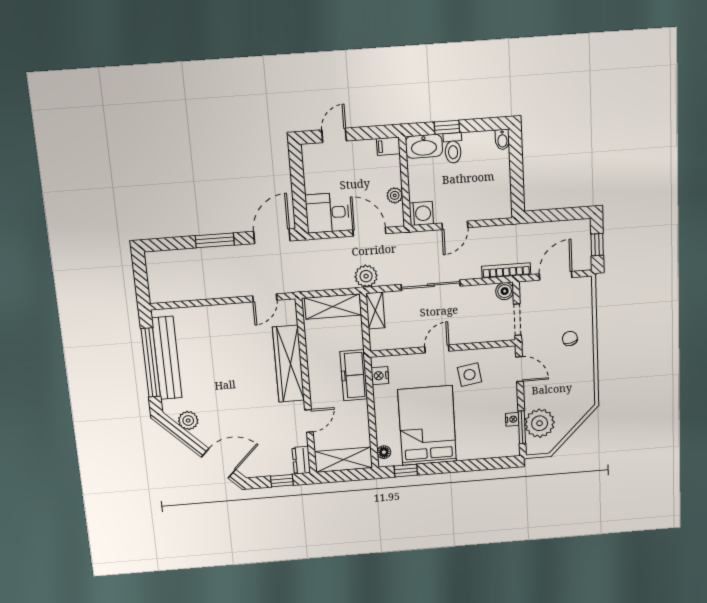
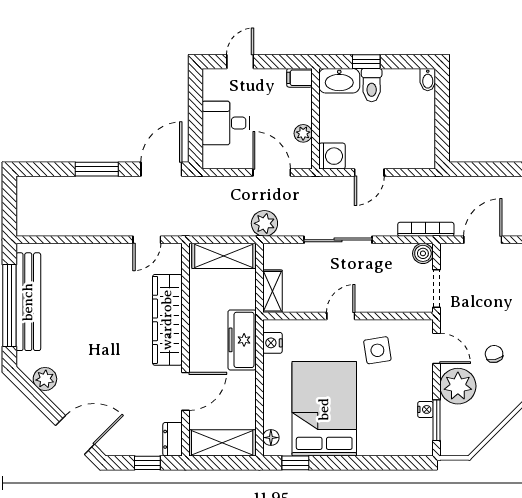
desk: (327, 213) -> (226, 123), moved
shelving: (375, 311) -> (272, 291), moved
chair: (570, 339) -> (494, 354), moved
door: (309, 421) -> (185, 391), width x1.38
plant: (540, 423) -> (458, 386), moved

